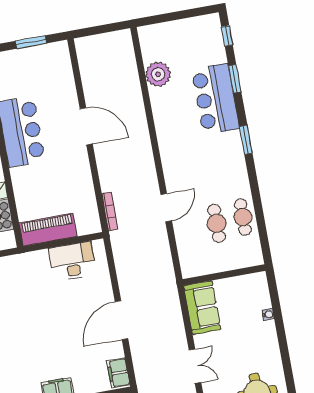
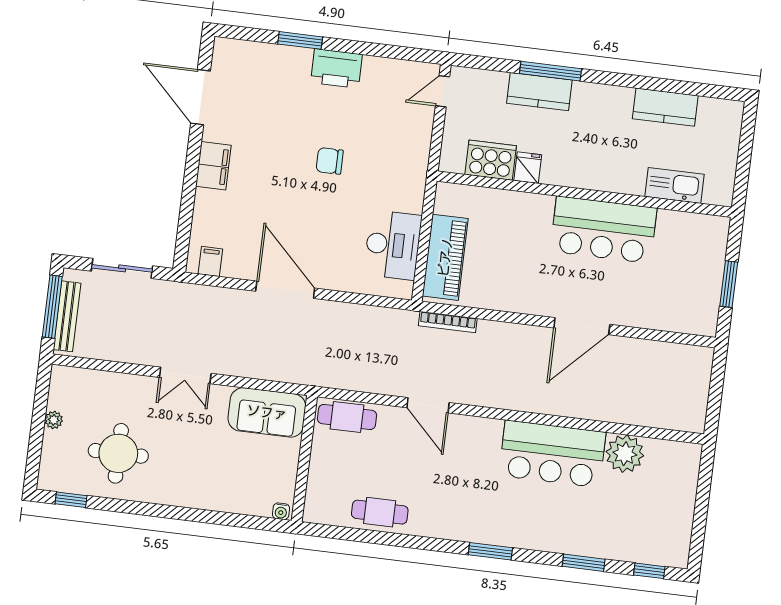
bar counter: (215, 99) -> (552, 454), moved, turned 180
cafe table: (217, 223) -> (347, 417), moved
piano: (48, 230) -> (445, 257), moved
water cooler: (268, 314) -> (281, 511), moved
chair: (32, 317) -> (330, 161), added
filing cabinet: (118, 373) -> (210, 261), width x0.50

